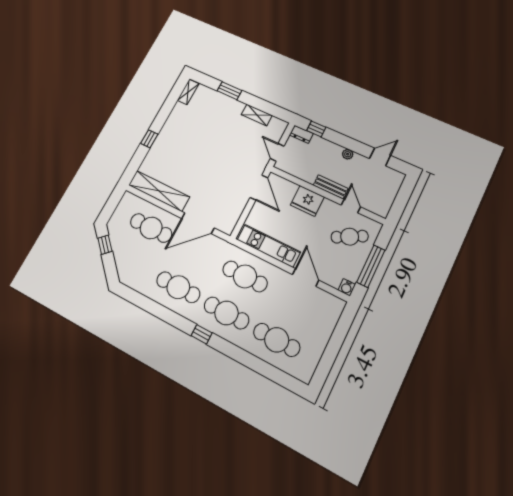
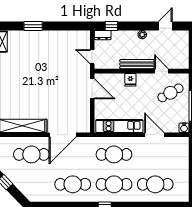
shelving: (257, 115) -> (63, 36), removed
bench: (331, 187) -> (137, 64), width x1.36
fridge: (307, 201) -> (130, 80), width x0.53, depth x0.75

